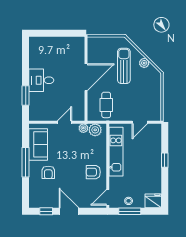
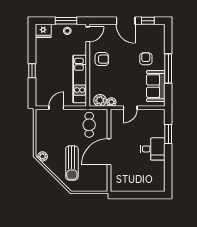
plant: (144, 63) -> (43, 156), moved

